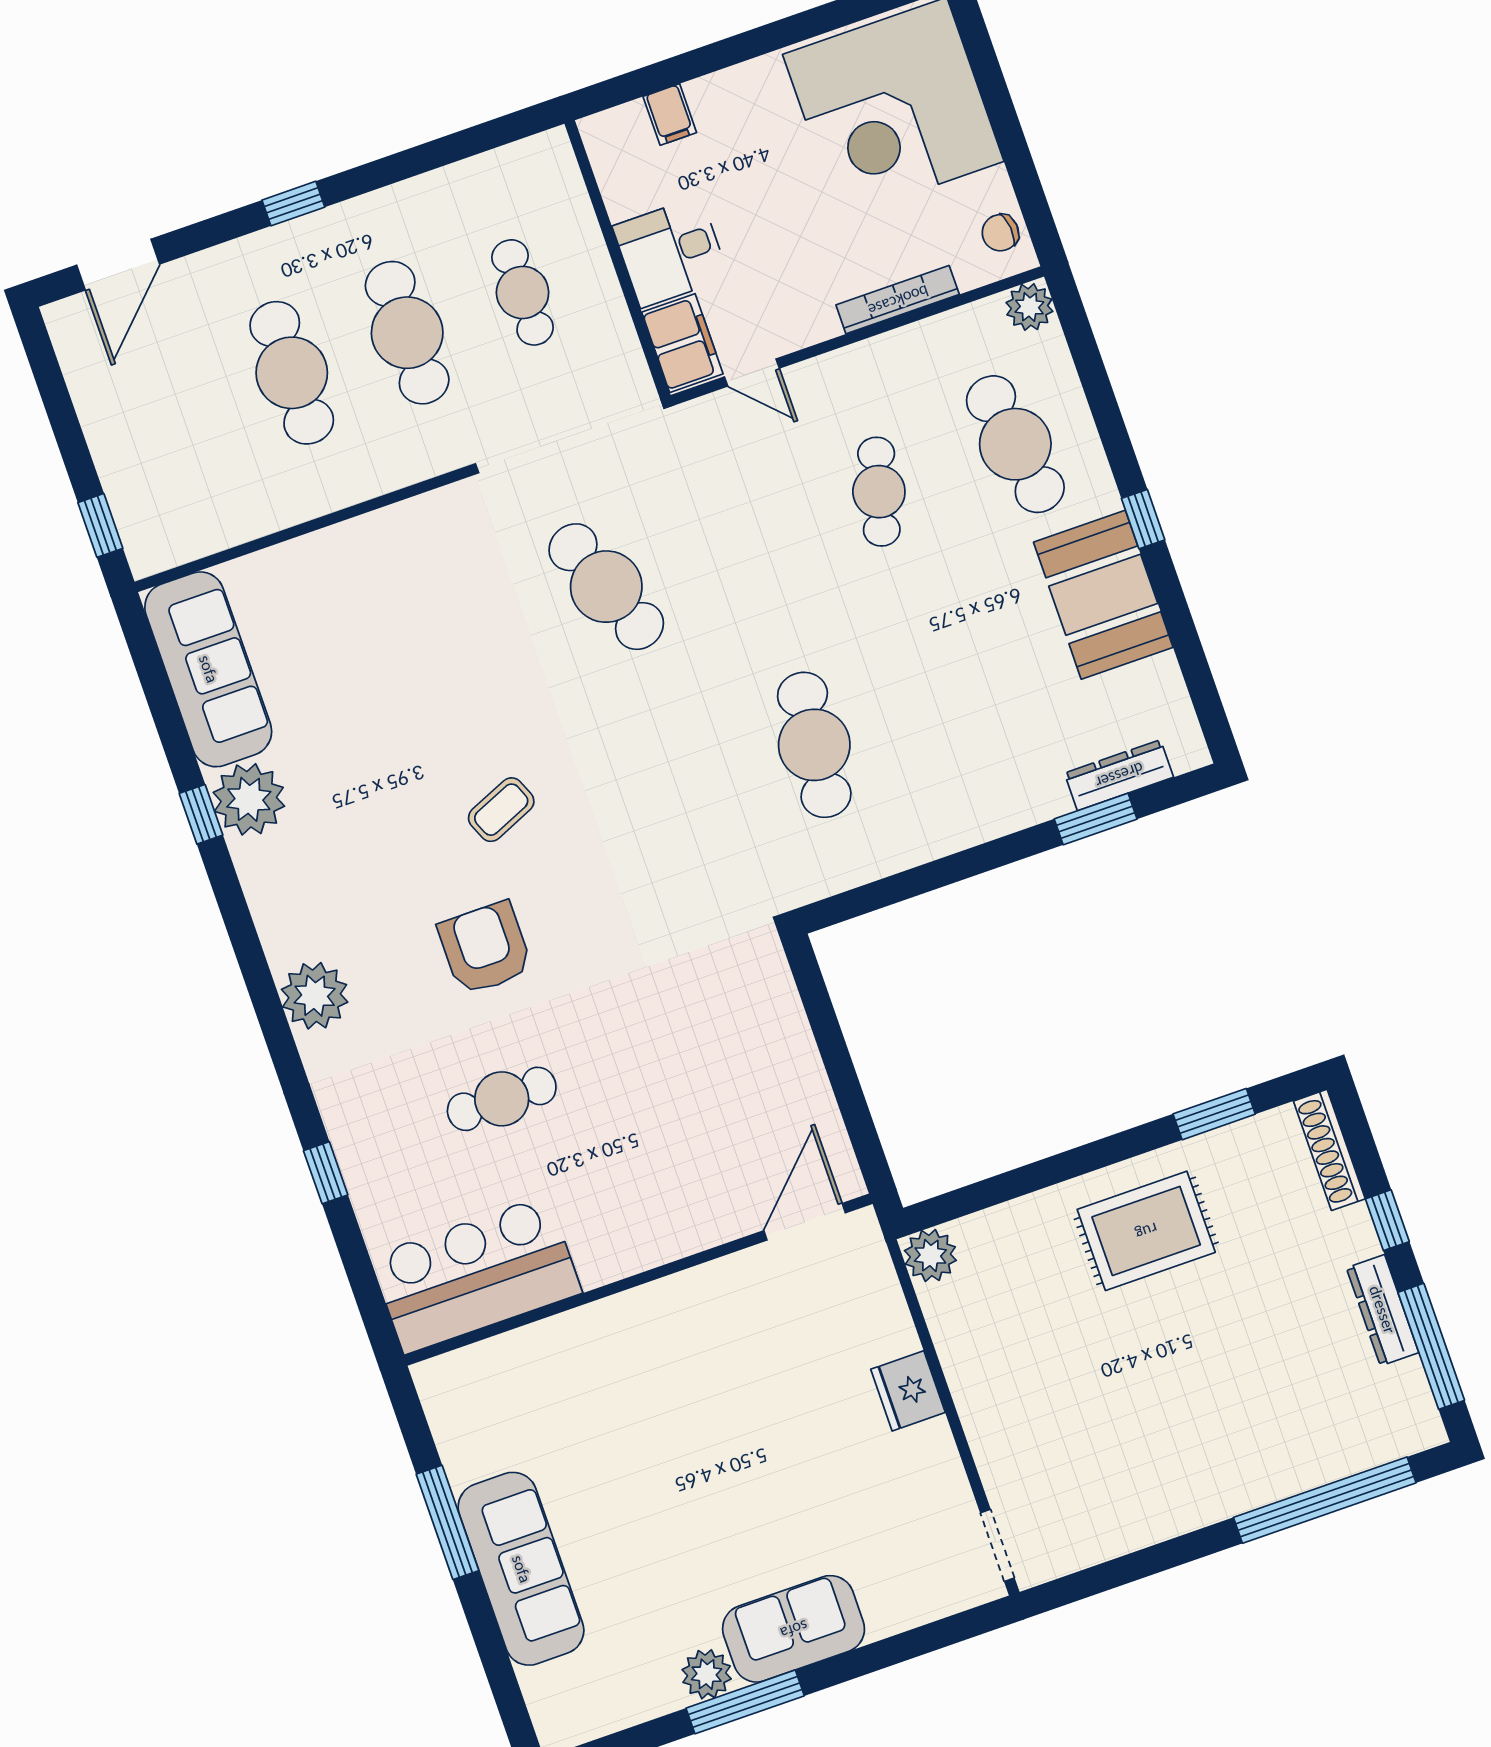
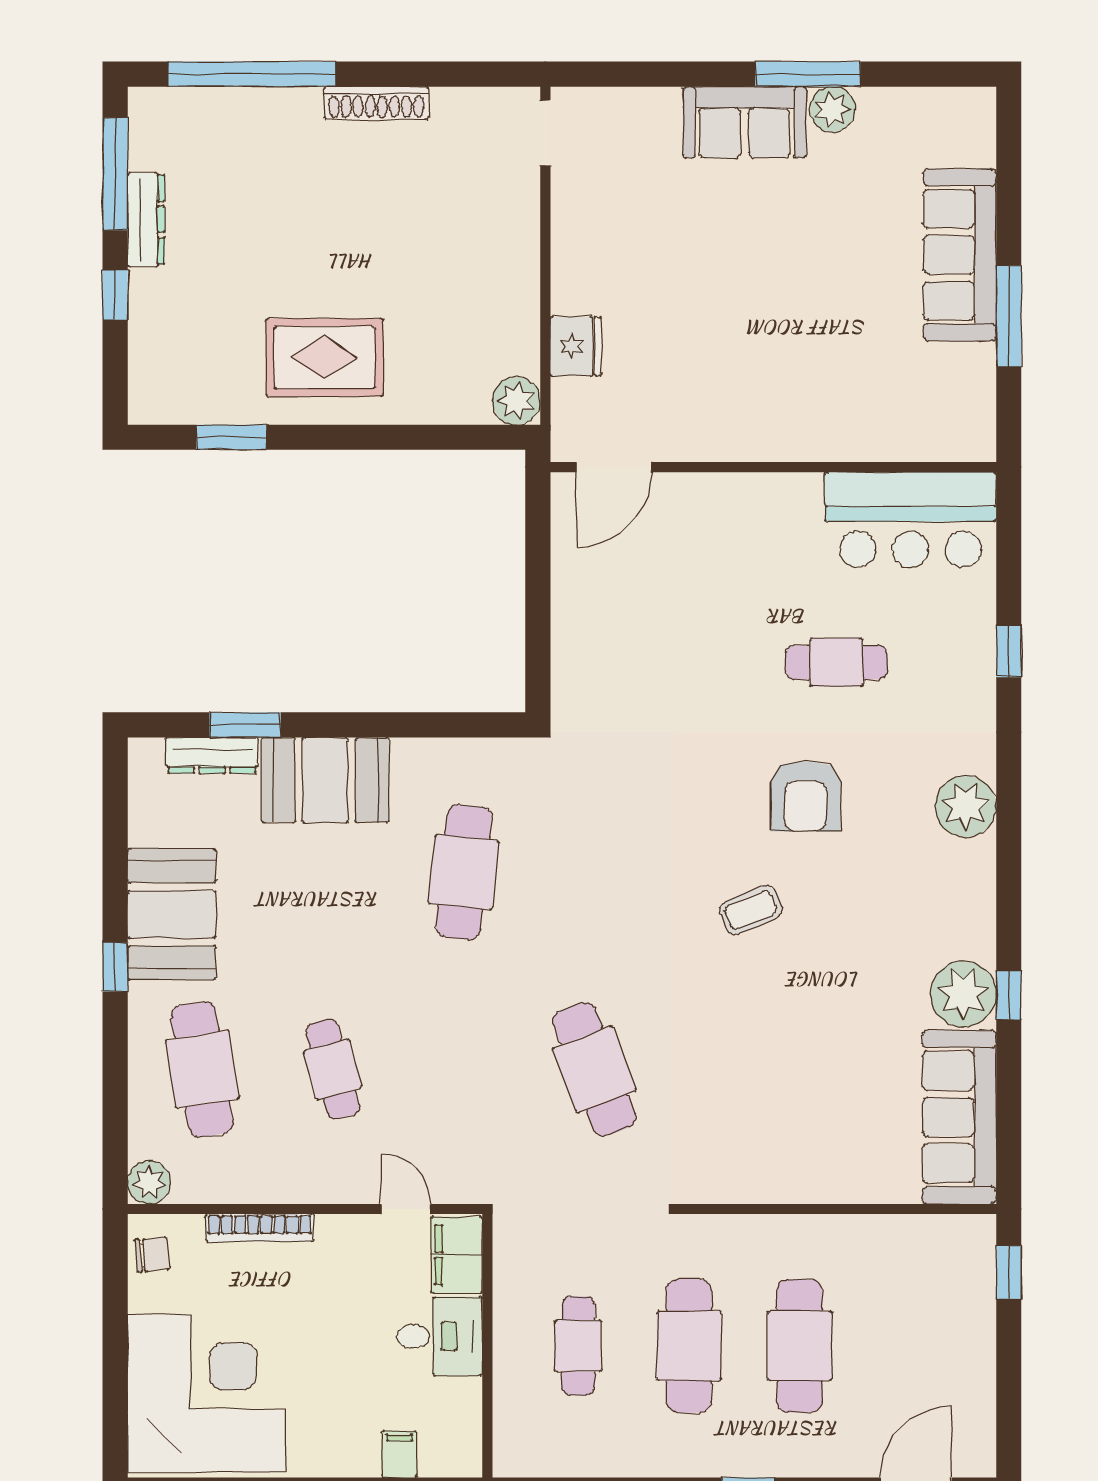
cafe table: (879, 492) -> (333, 1069), turned -30
booth: (992, 791) -> (325, 780), added
shoe rack: (1329, 1150) -> (376, 103), moved, turned 90
fridge: (908, 1391) -> (576, 346), moved

